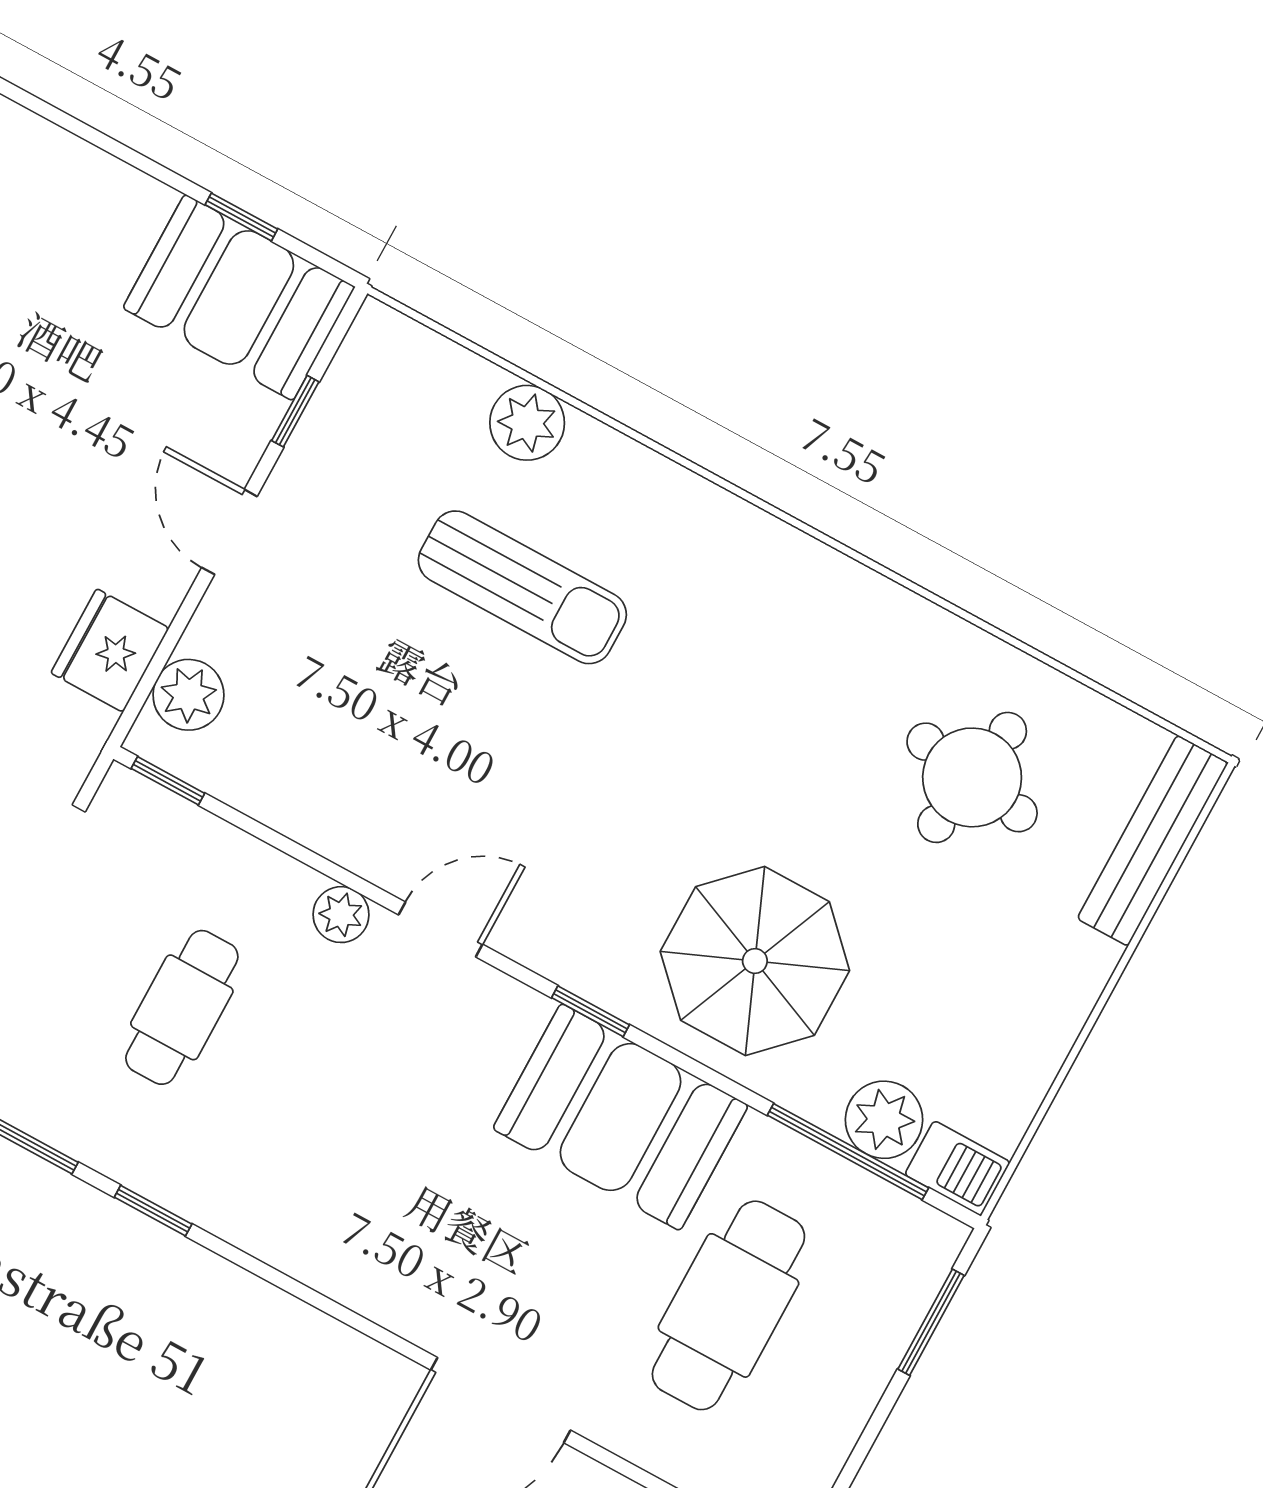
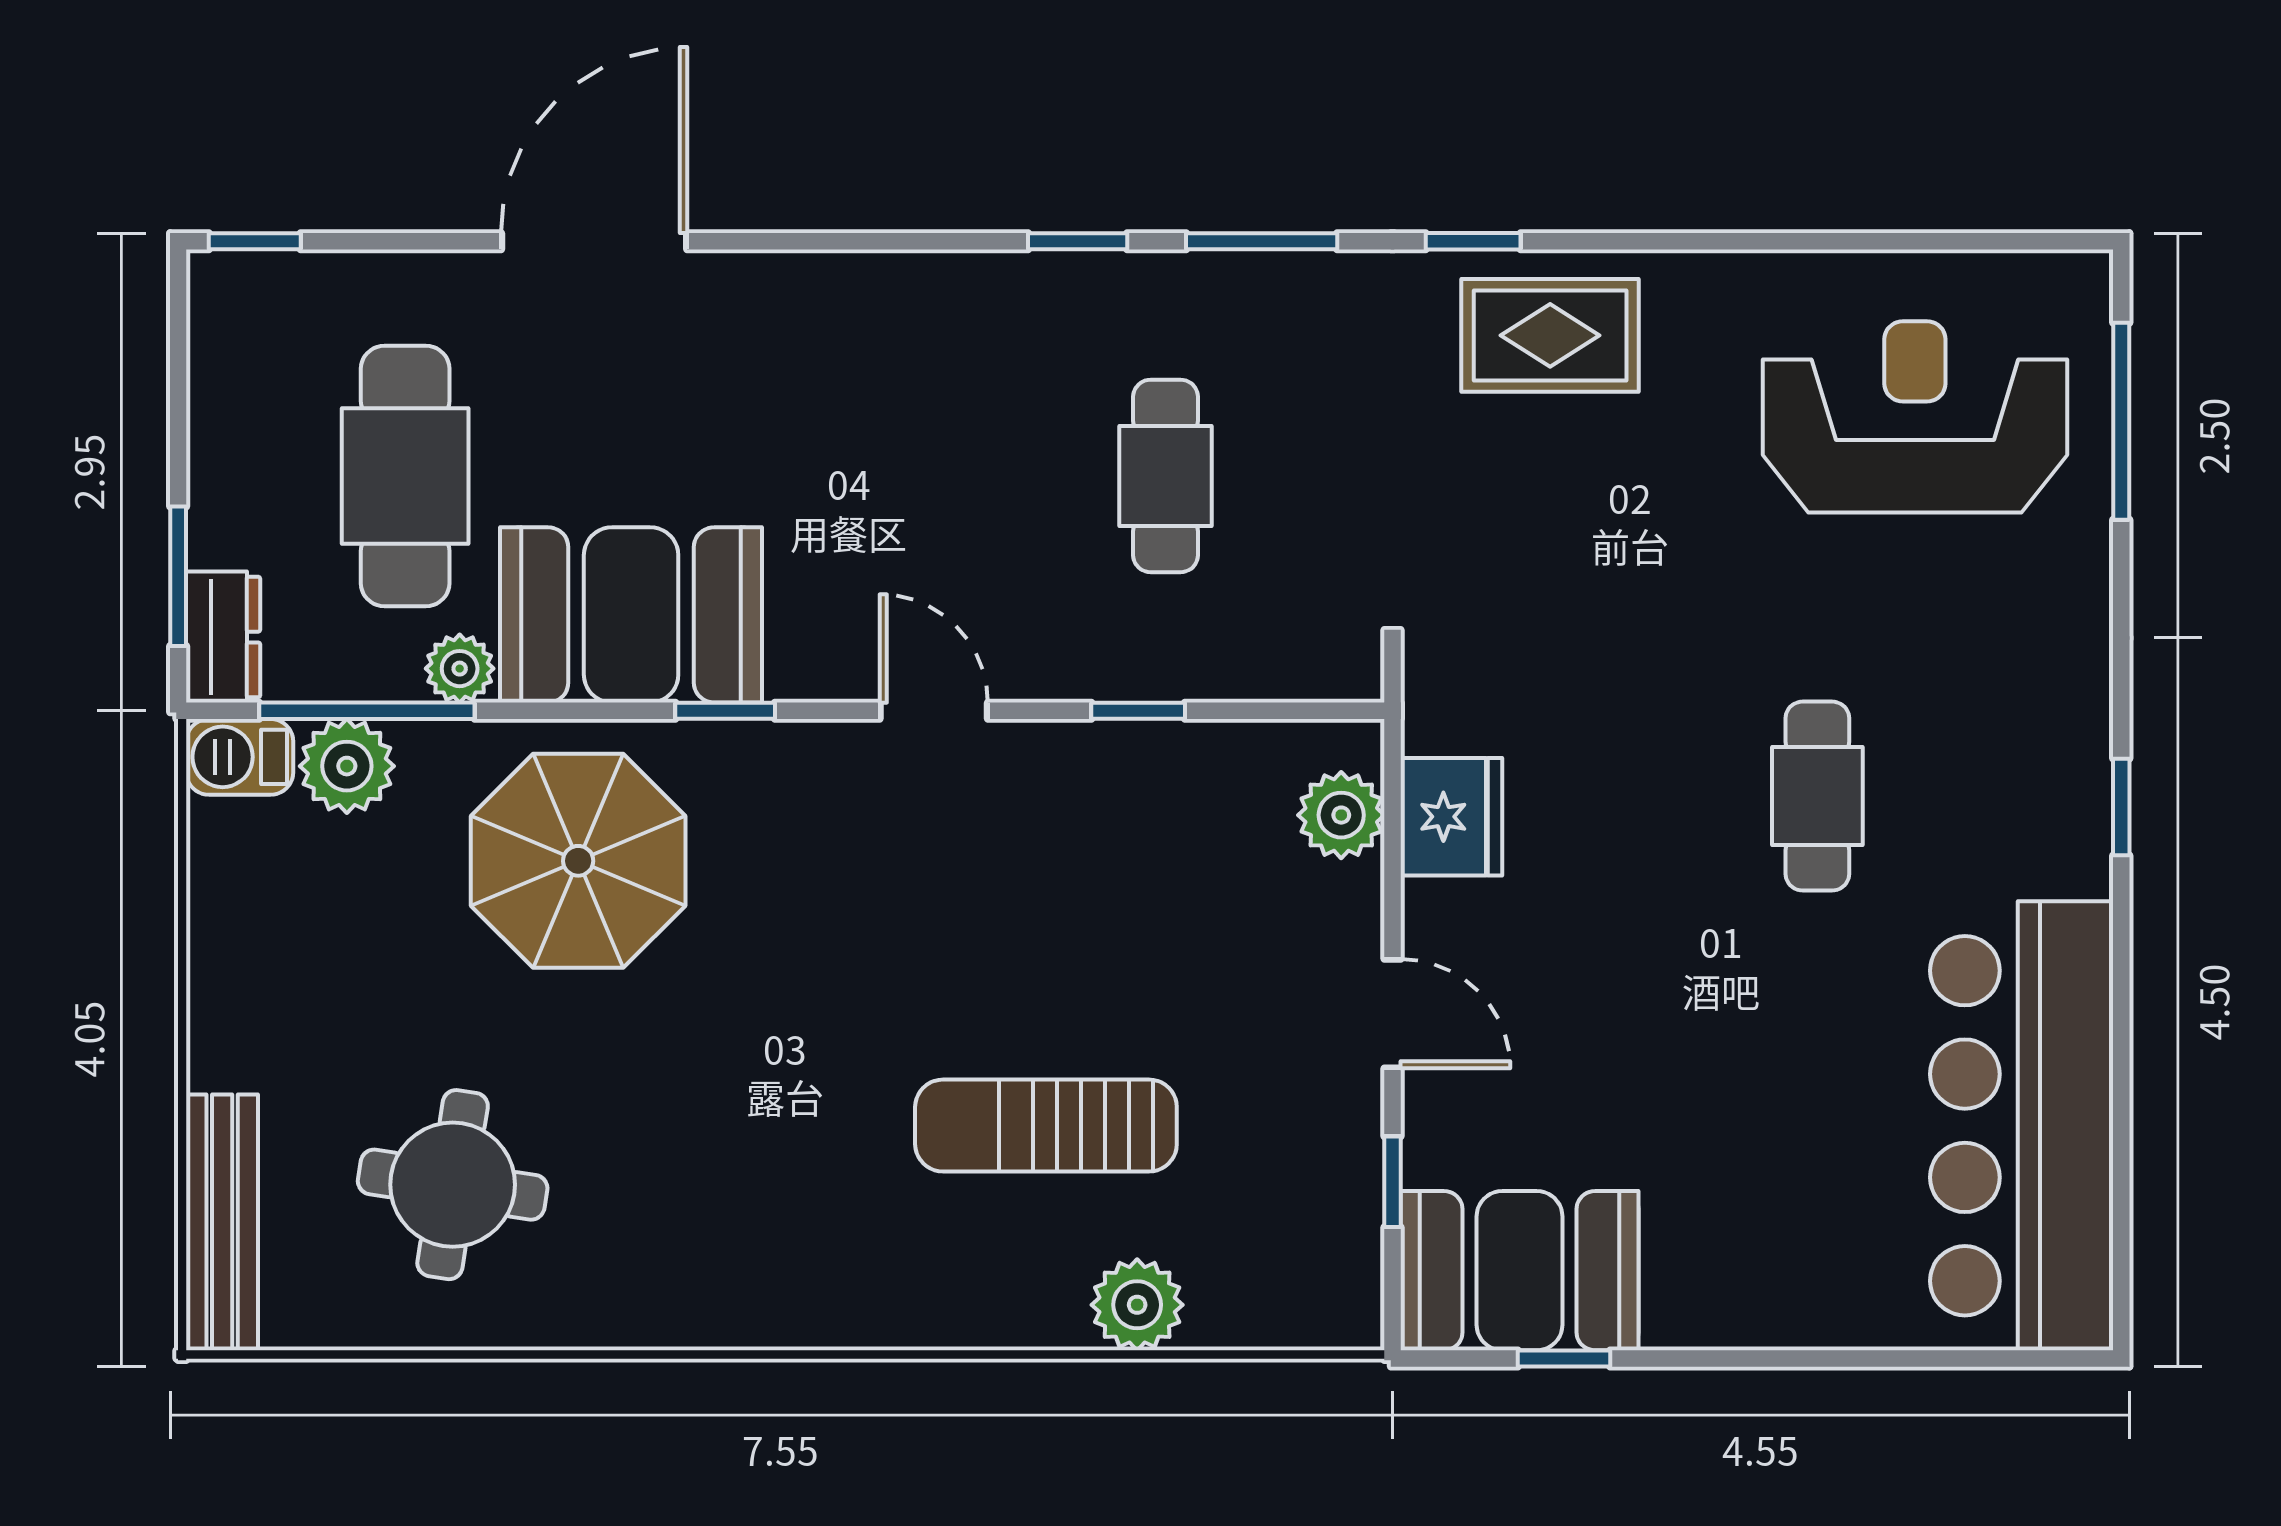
window: (168, 781) -> (1138, 711), moved
plant: (341, 915) -> (460, 669), moved
door: (441, 929) -> (934, 711), swing flipped
dresser: (922, 1261) -> (223, 637), added

